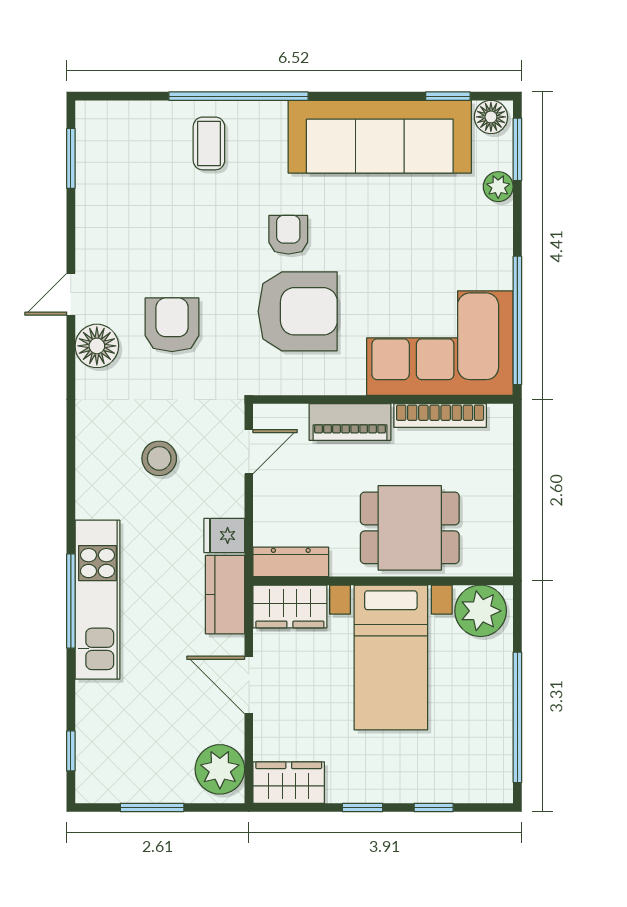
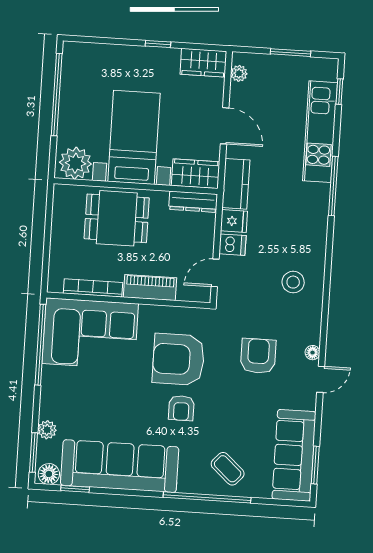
coffee table: (209, 143) -> (228, 469), turned -48
sofa: (105, 172) -> (294, 455), added
armchair: (172, 325) -> (258, 356), turned 180
floor lamp: (97, 346) -> (313, 353), width x0.53, depth x0.53
stool: (159, 458) -> (293, 282), moved
dishwasher: (224, 498) -> (232, 245), added
kitchen unit: (97, 600) -> (320, 132), moved
plant: (220, 769) -> (239, 73), width x0.53, depth x0.53
window: (434, 808) -> (113, 41), removed

